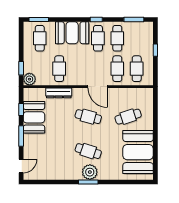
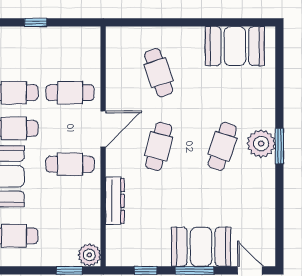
cafe table: (59, 69) -> (70, 164), moved
cafe table: (137, 69) -> (70, 57), removed
booth: (34, 117) -> (201, 247), moved
booth: (138, 152) -> (235, 46), width x0.73, depth x0.70

